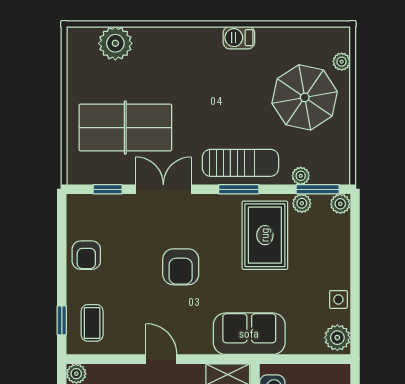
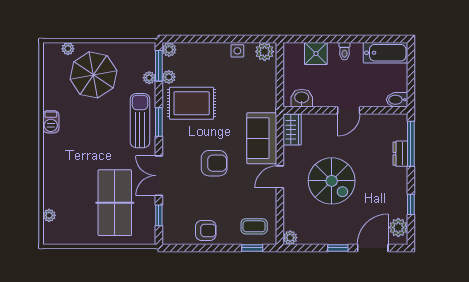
plant: (115, 43) -> (49, 215), width x0.53, depth x0.53
sofa: (249, 334) -> (262, 138), moved

